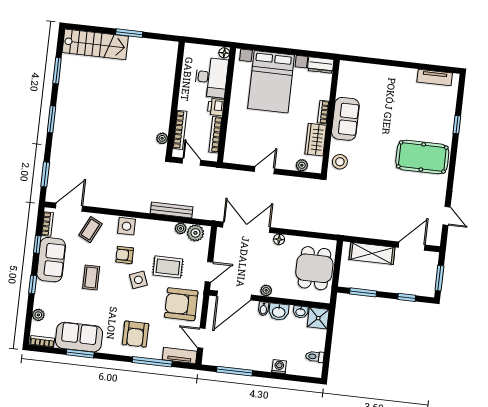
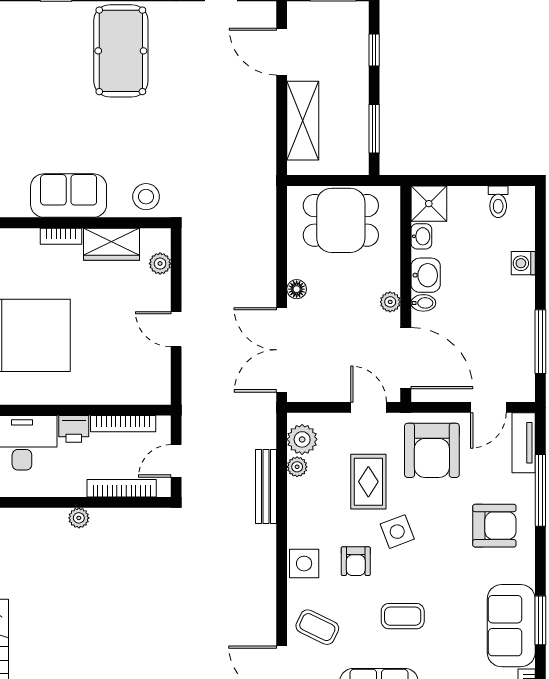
plant: (162, 138) -> (79, 518), moved

